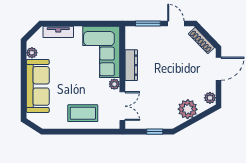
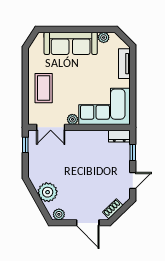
window: (148, 23) -> (133, 153), width x0.67
shoe rack: (201, 41) -> (113, 209), width x0.70
dresser: (131, 65) -> (119, 136), moved, width x0.70
window: (155, 132) -> (25, 145), moved

